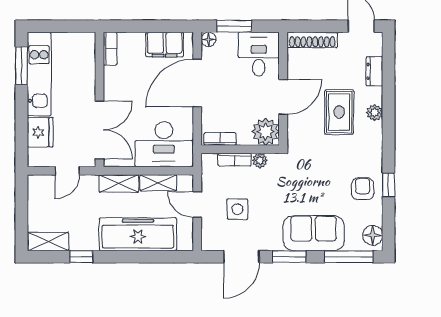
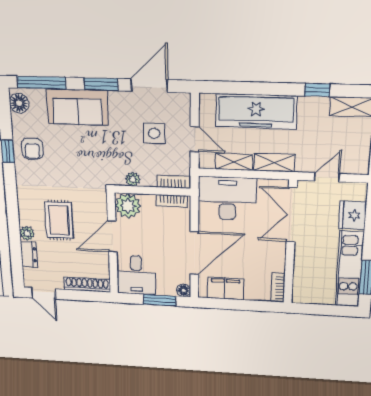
plant: (375, 113) -> (27, 233), moved
bookcase: (235, 160) -> (173, 182), moved

